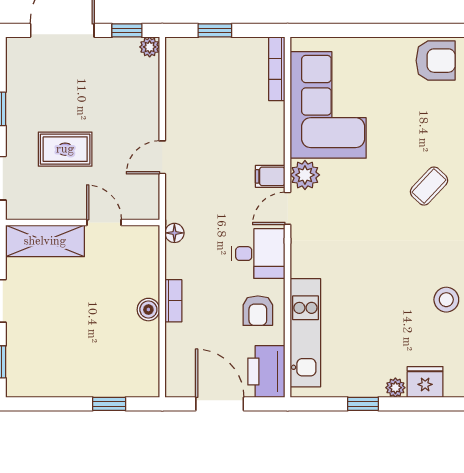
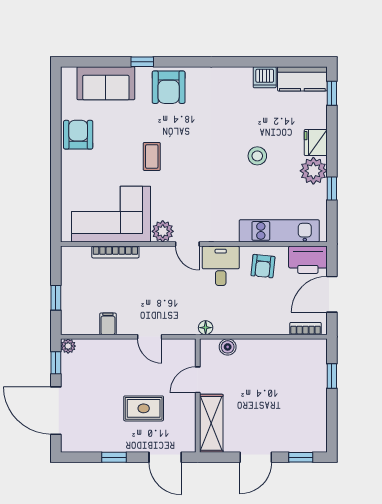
bookcase: (277, 69) -> (115, 252), moved
rug: (65, 149) -> (144, 408), turned 90
filing cabinet: (270, 176) -> (108, 324), moved, turned 180
coffee table: (429, 186) -> (152, 156), moved, turned 47
stool: (446, 300) -> (257, 156), moved
bookcase: (173, 301) -> (306, 329), moved
boiler: (148, 310) -> (228, 347), moved
armchair: (258, 311) -> (263, 266), turned 96
plant: (395, 388) -> (313, 171), width x1.88, depth x1.88

